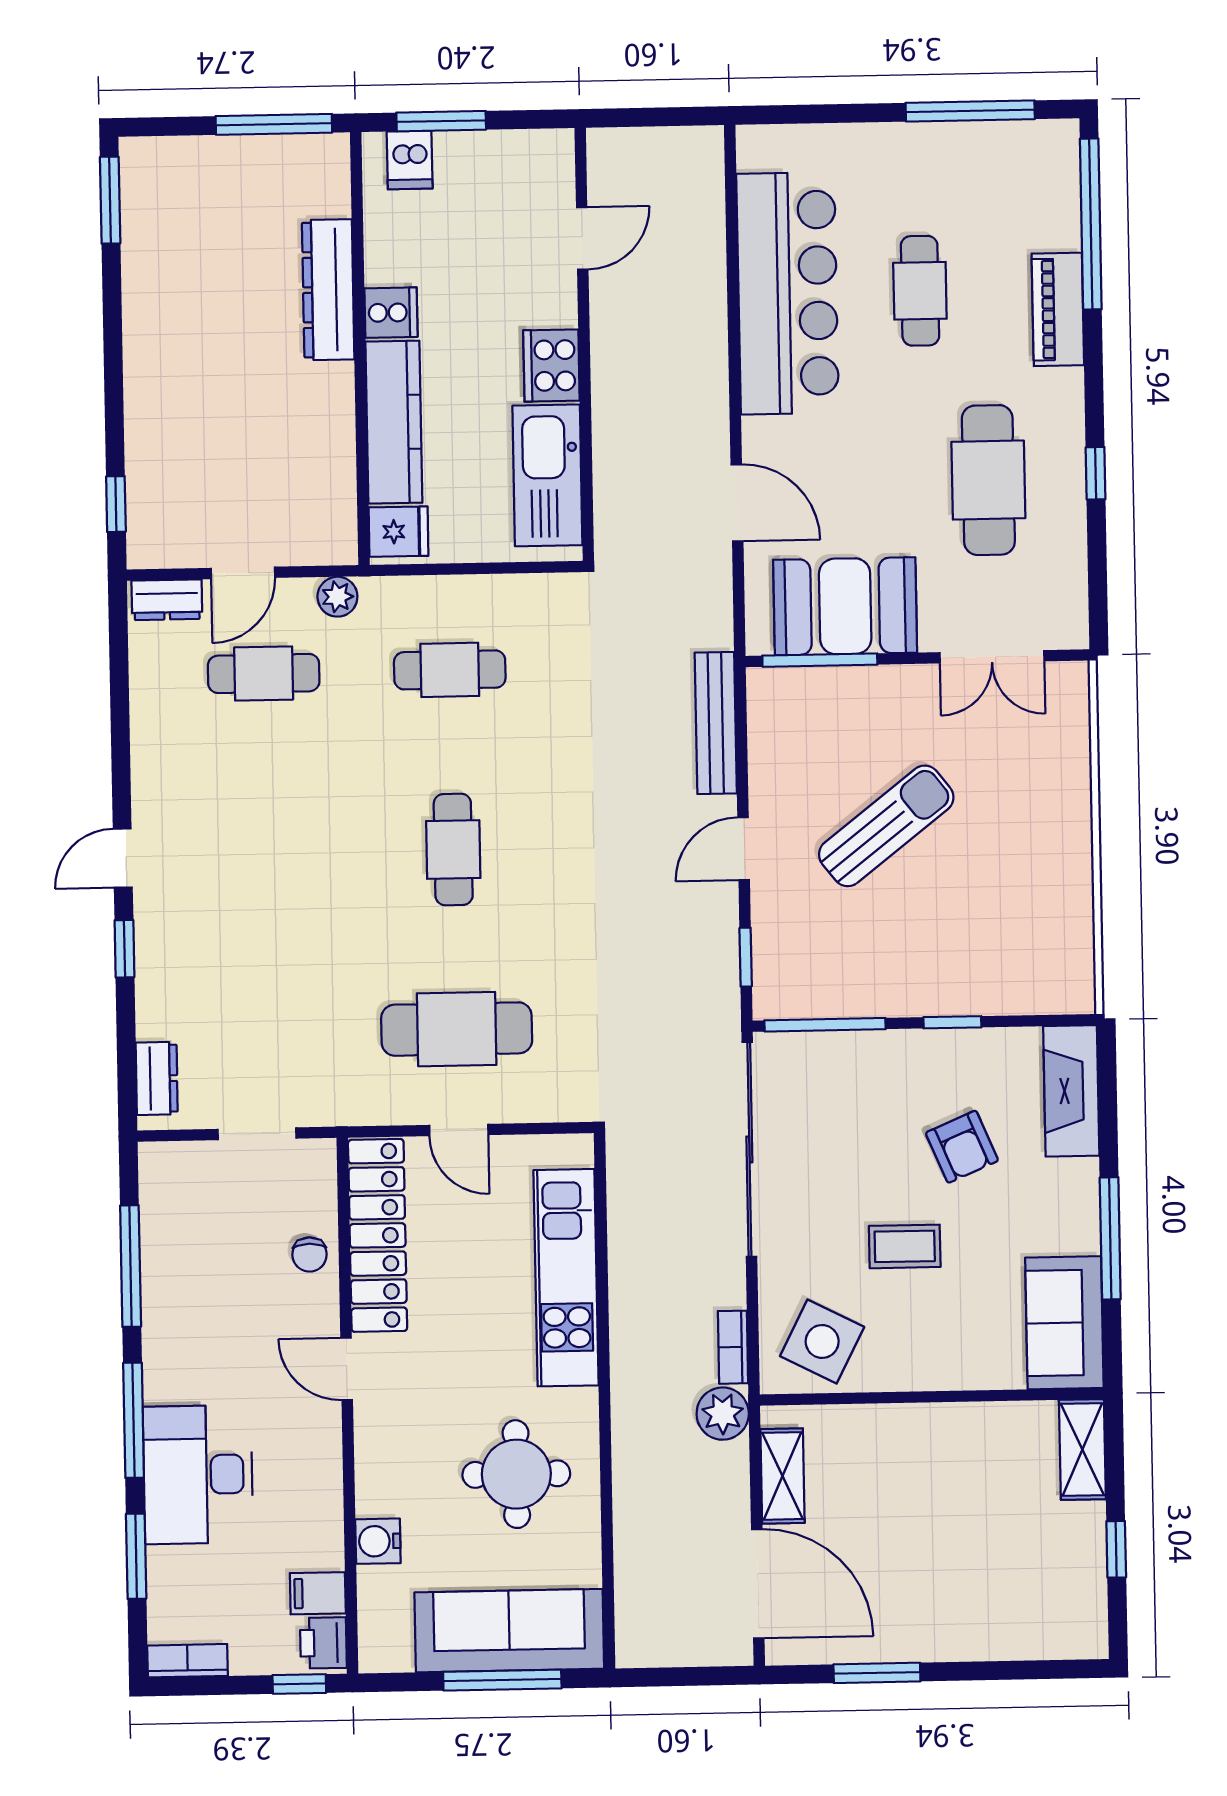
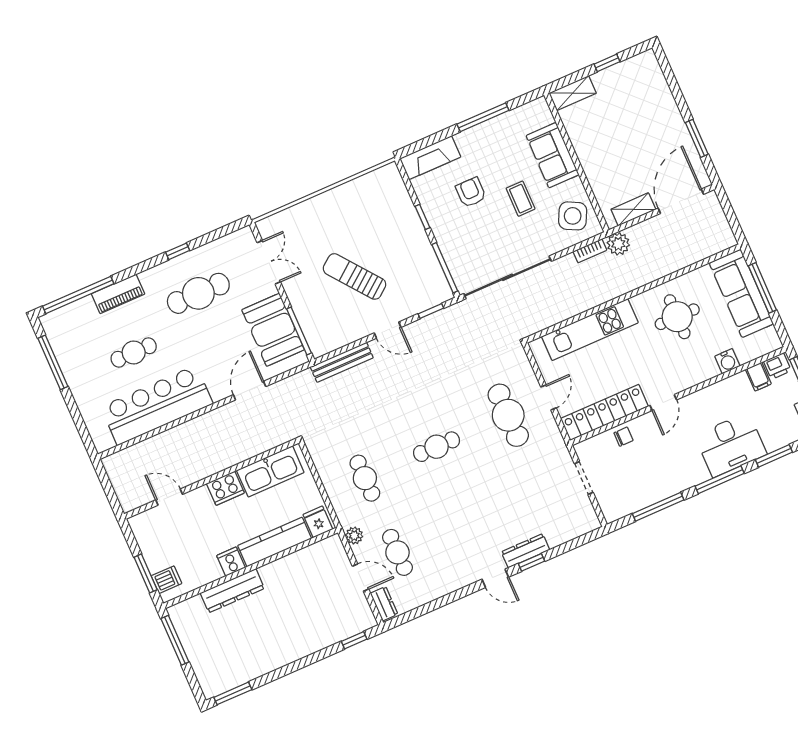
dresser: (157, 1078) -> (525, 551), moved, width x1.44
armchair: (962, 1147) -> (471, 192), turned -67
sofa: (1064, 1323) -> (553, 155), moved, turned 90

